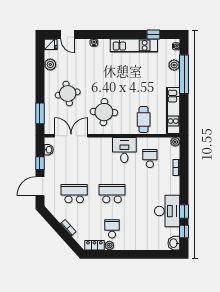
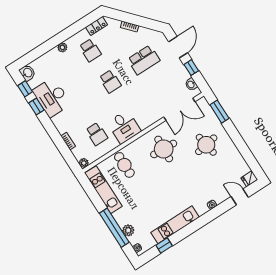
plant: (50, 64) -> (238, 161), removed
school desk: (112, 194) -> (110, 81), width x0.54
plant: (109, 245) -> (62, 47), moved

